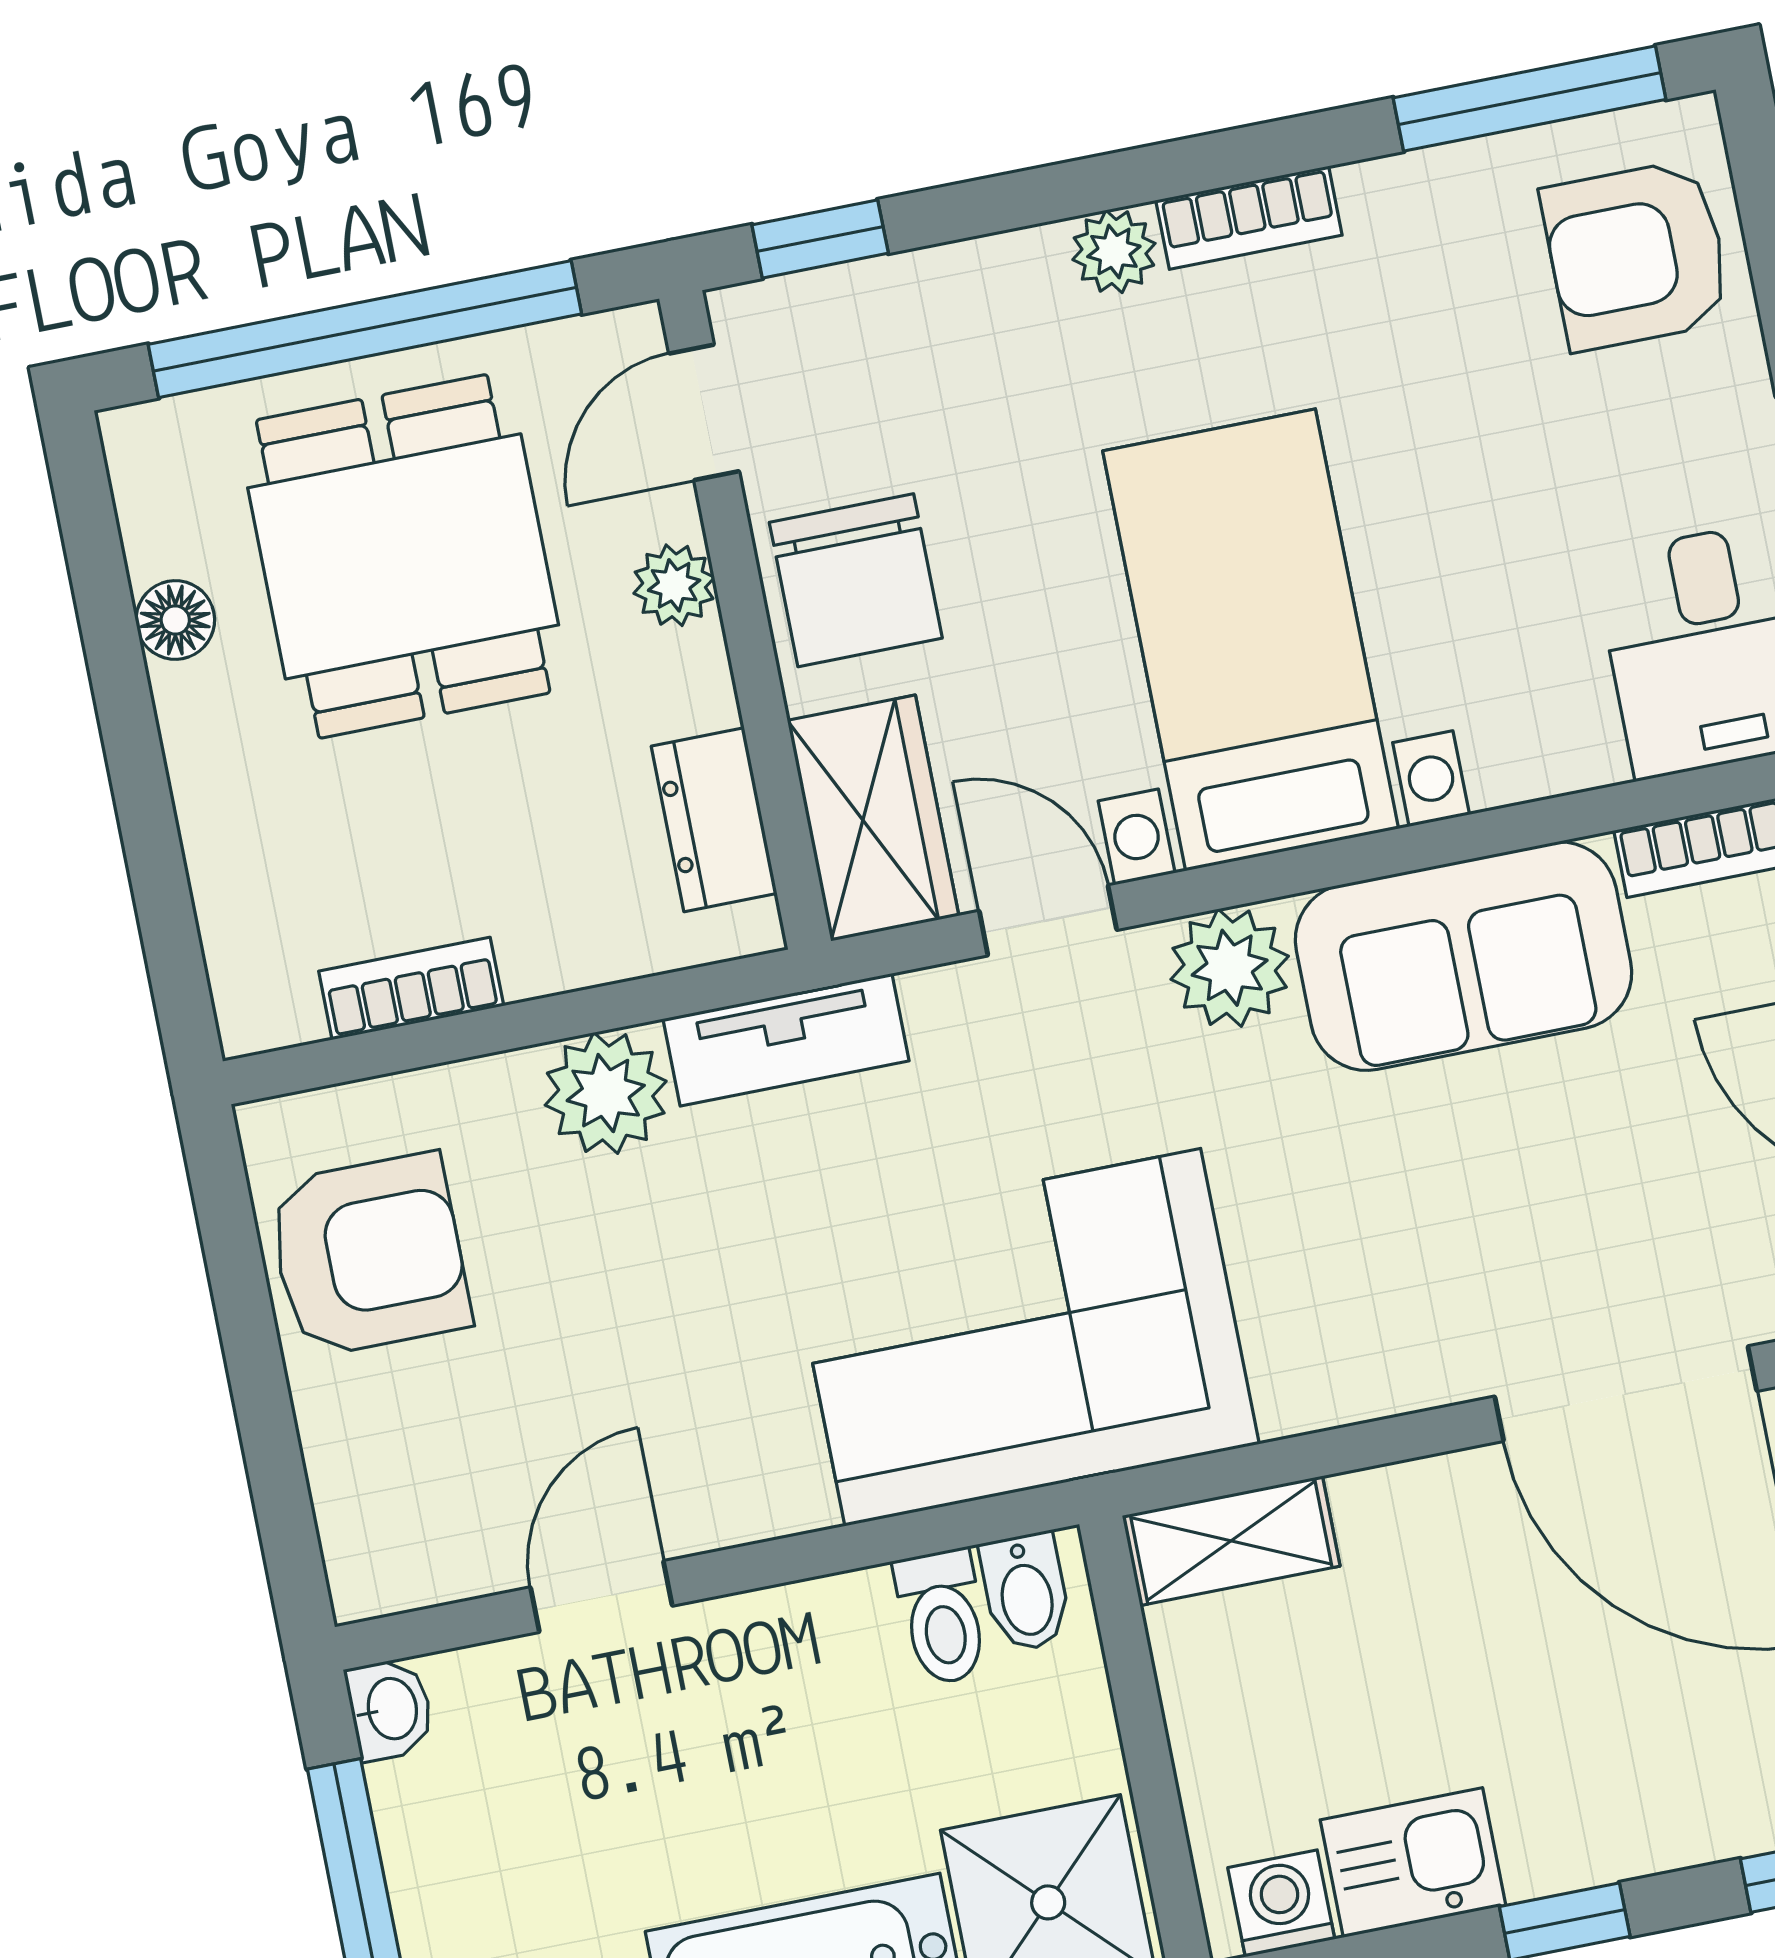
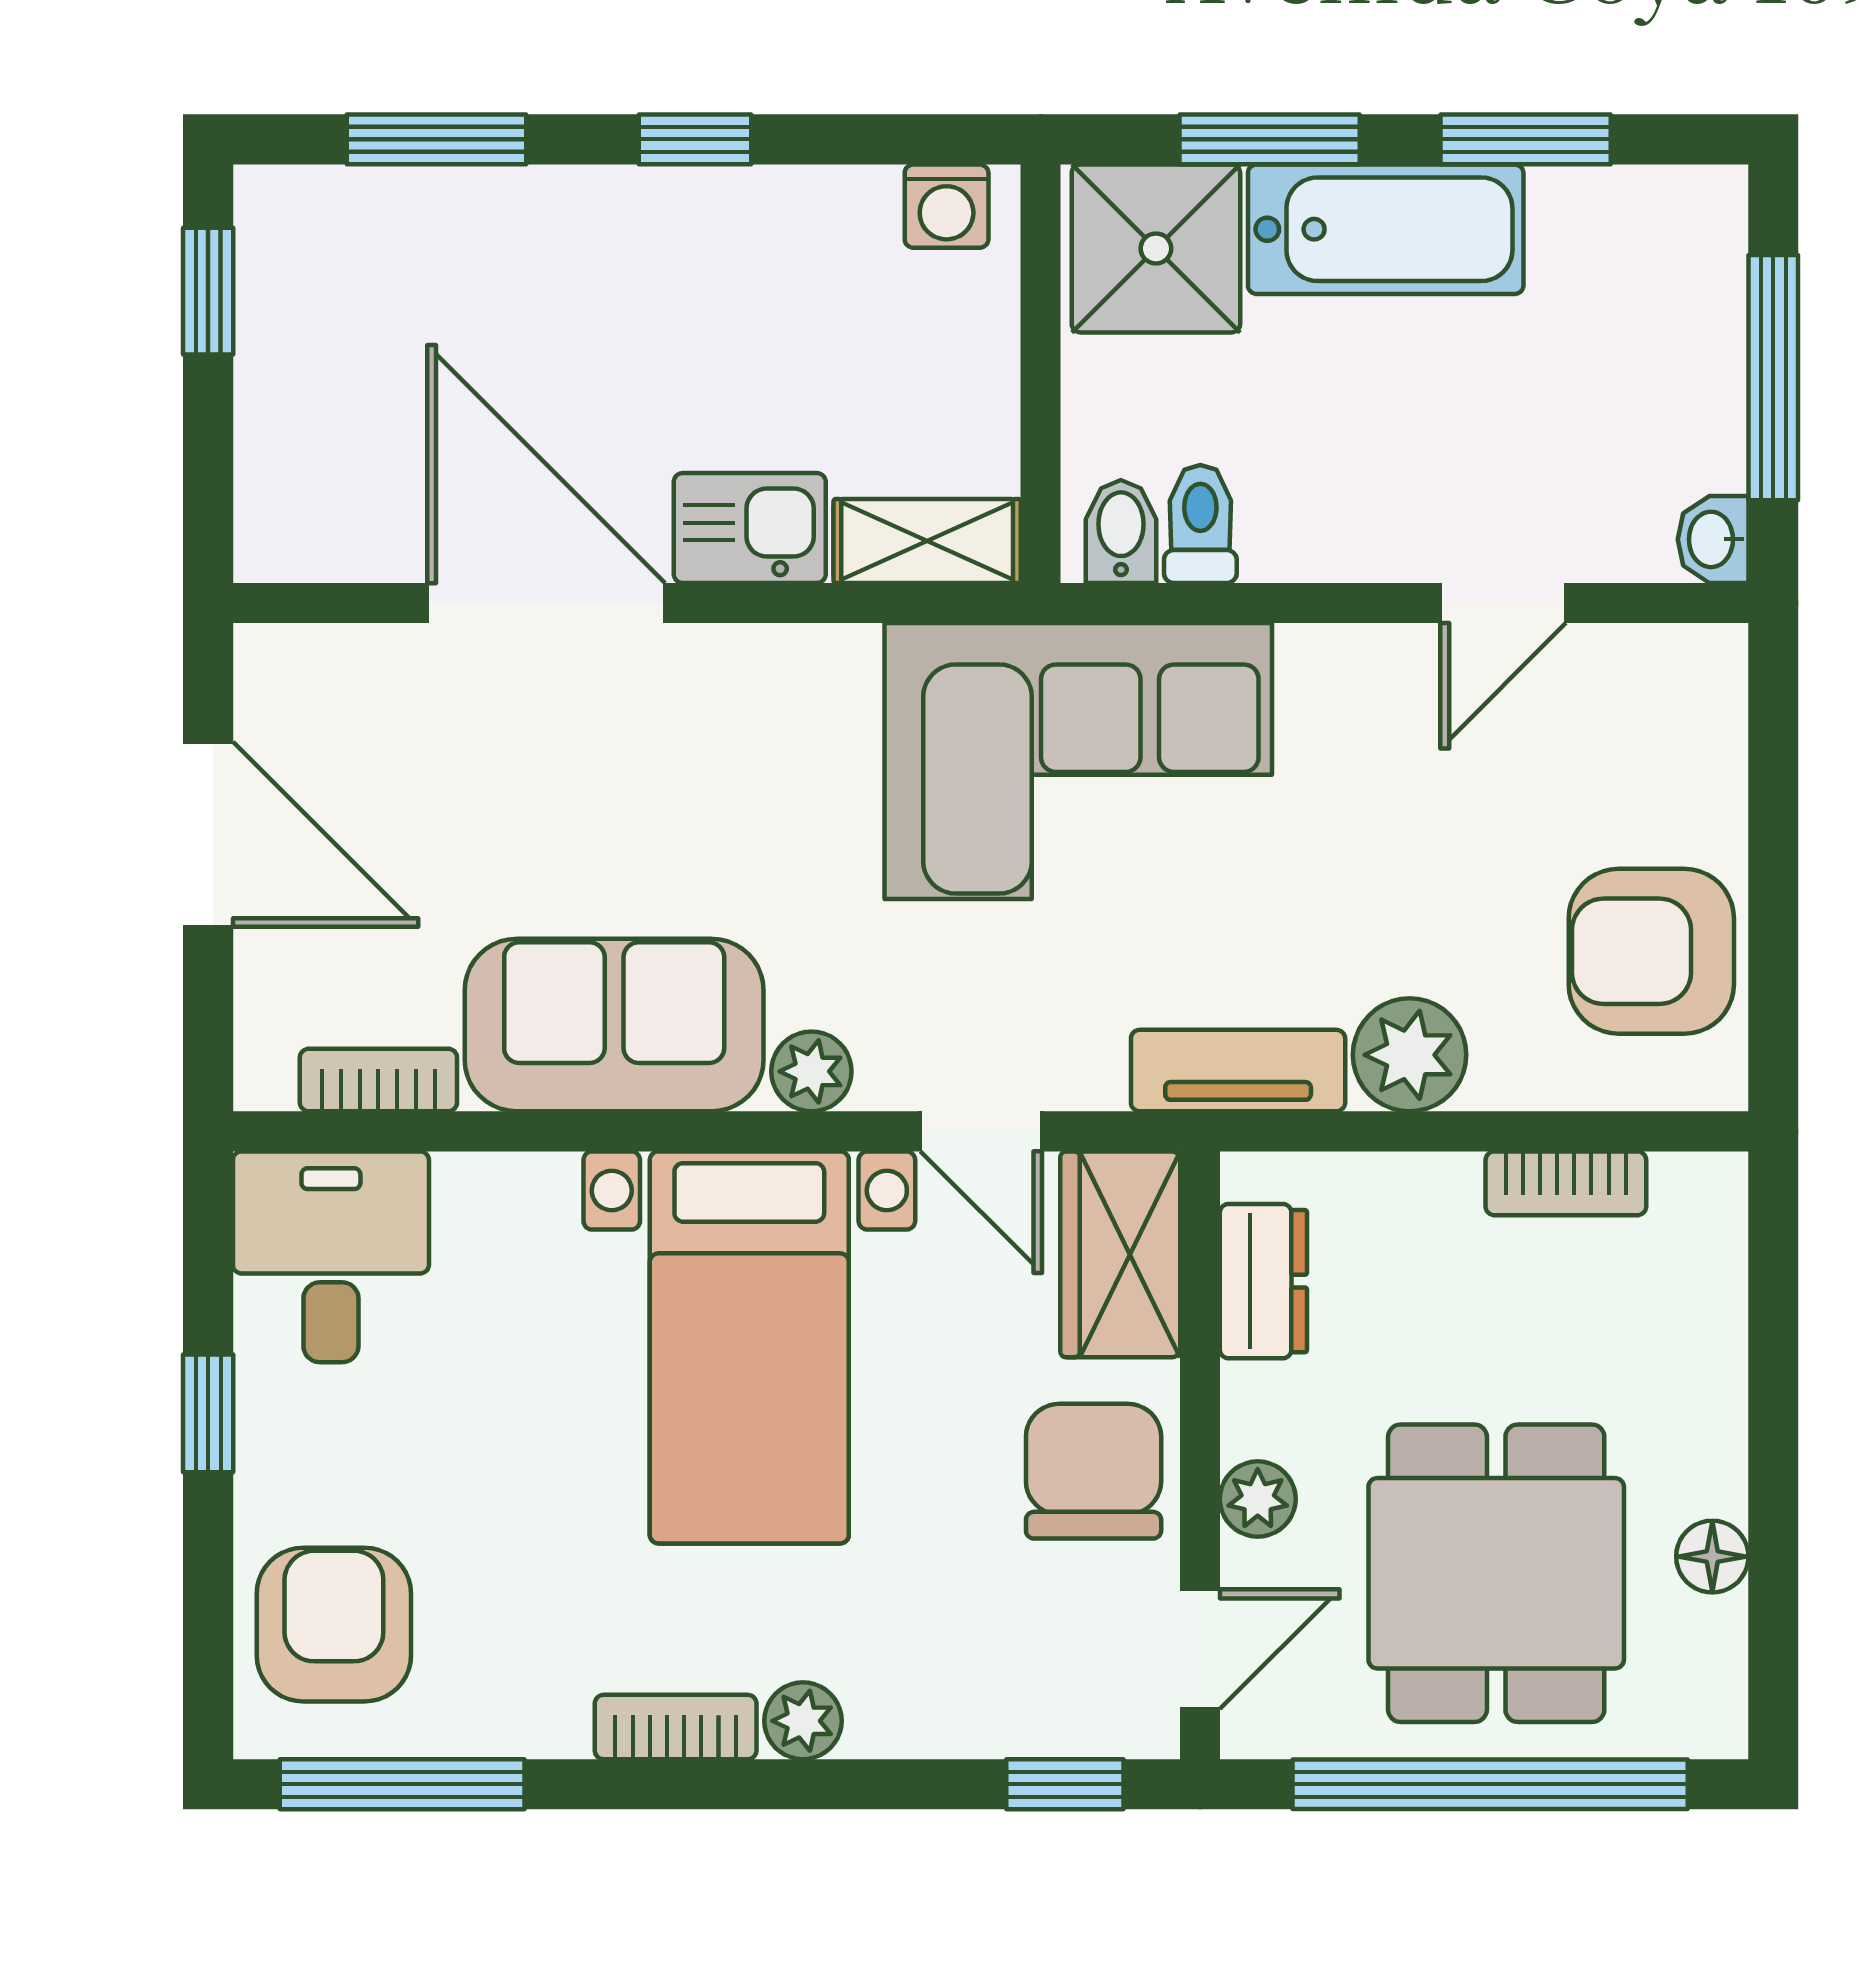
armchair: (1636, 255) -> (334, 1625), turned -90
plant: (1230, 968) -> (811, 1071), width x0.73, depth x0.73
kitchen sink: (1413, 1863) -> (750, 528), moved, turned 180

